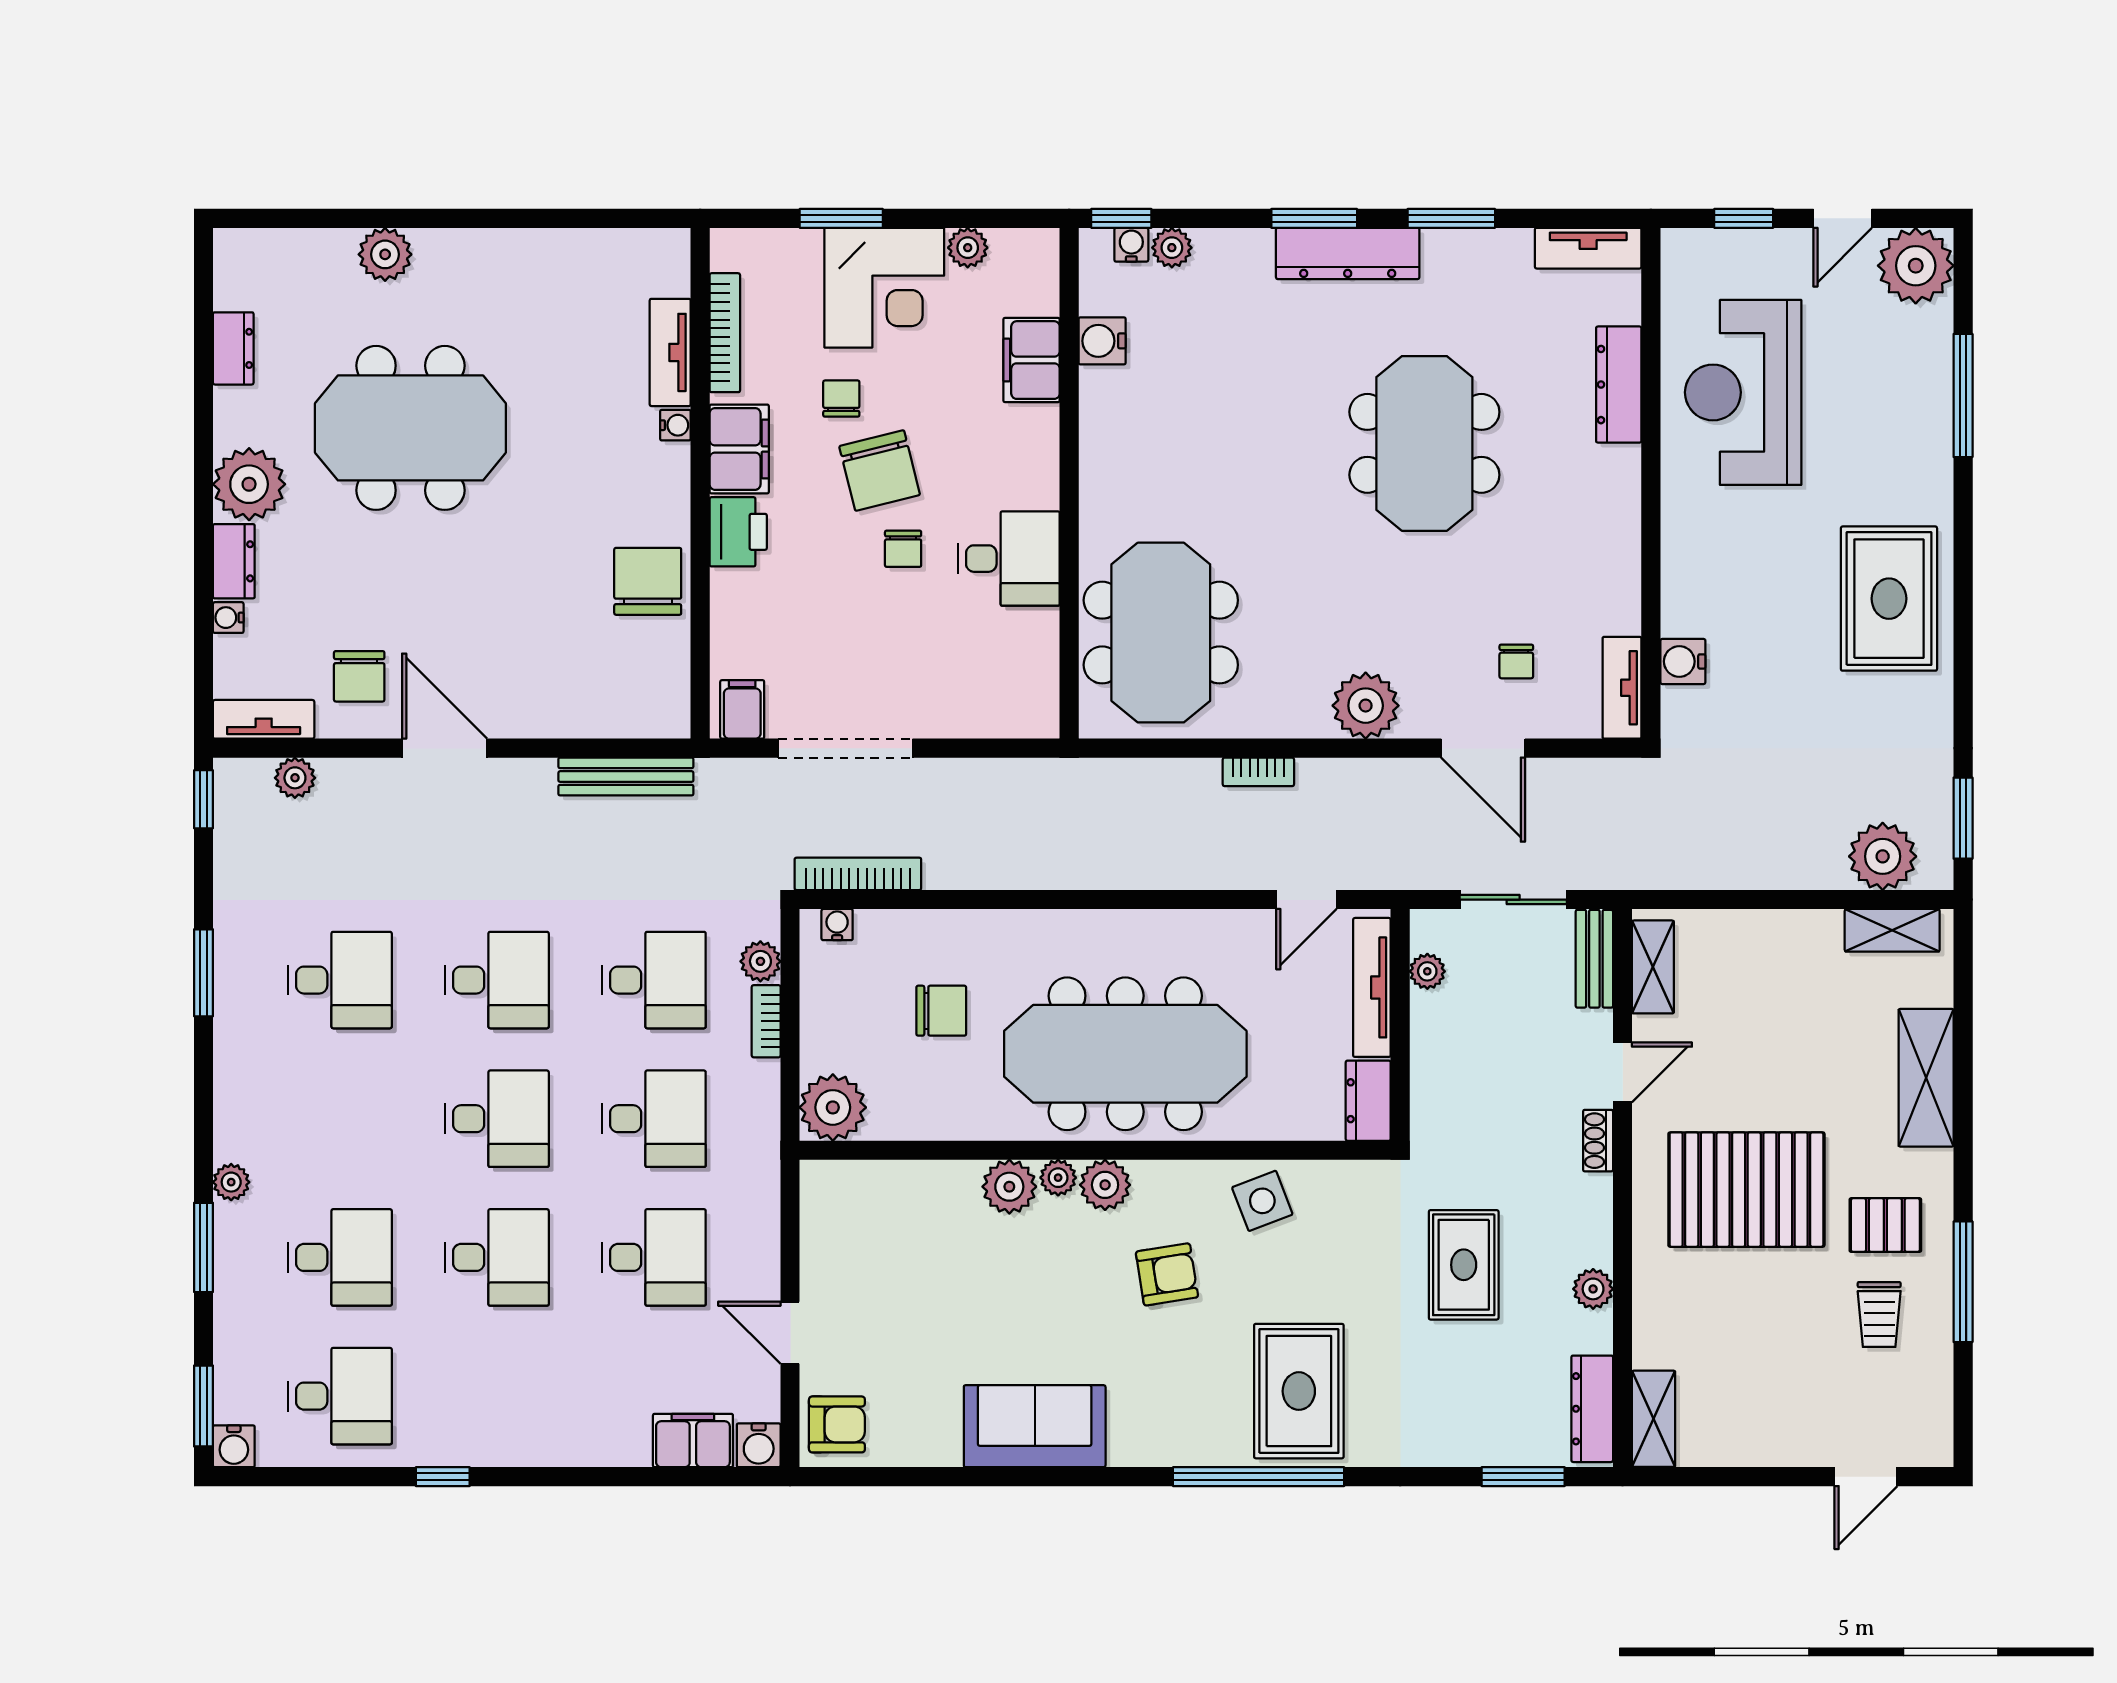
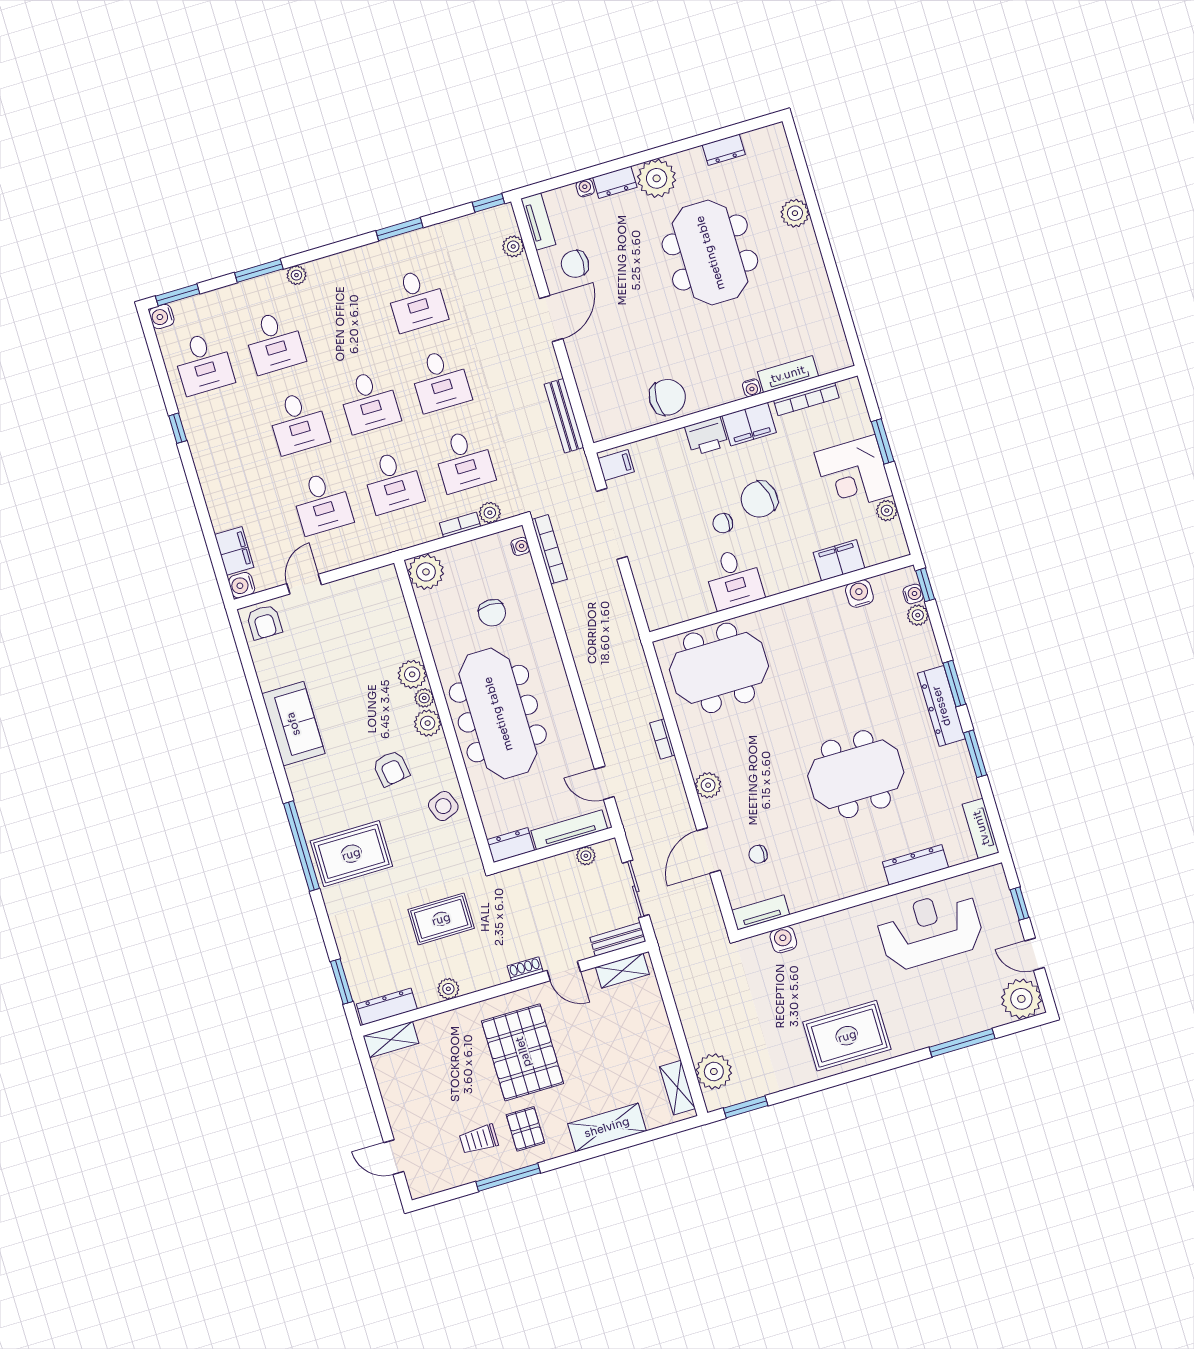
chair: (841, 399) -> (790, 469), removed
plant: (1366, 706) -> (708, 785), width x0.73, depth x0.73

